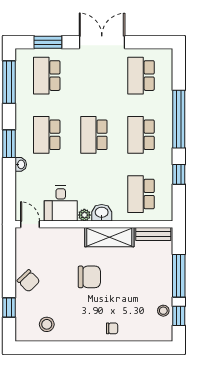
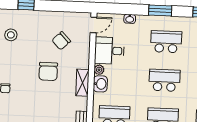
washbasin: (21, 164) -> (130, 19), moved
shelving: (109, 237) -> (82, 83), width x0.67, depth x0.75
chair: (29, 281) -> (61, 41), moved

